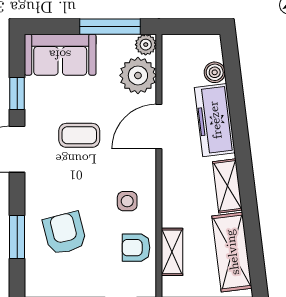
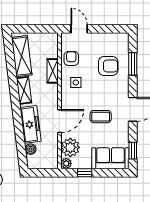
window: (110, 27) -> (85, 173), width x0.46
window: (17, 94) -> (133, 151), moved
armchair: (65, 233) -> (108, 66), turned -76
armchair: (136, 248) -> (71, 58), turned -90
shelving: (172, 252) -> (53, 71), moved

